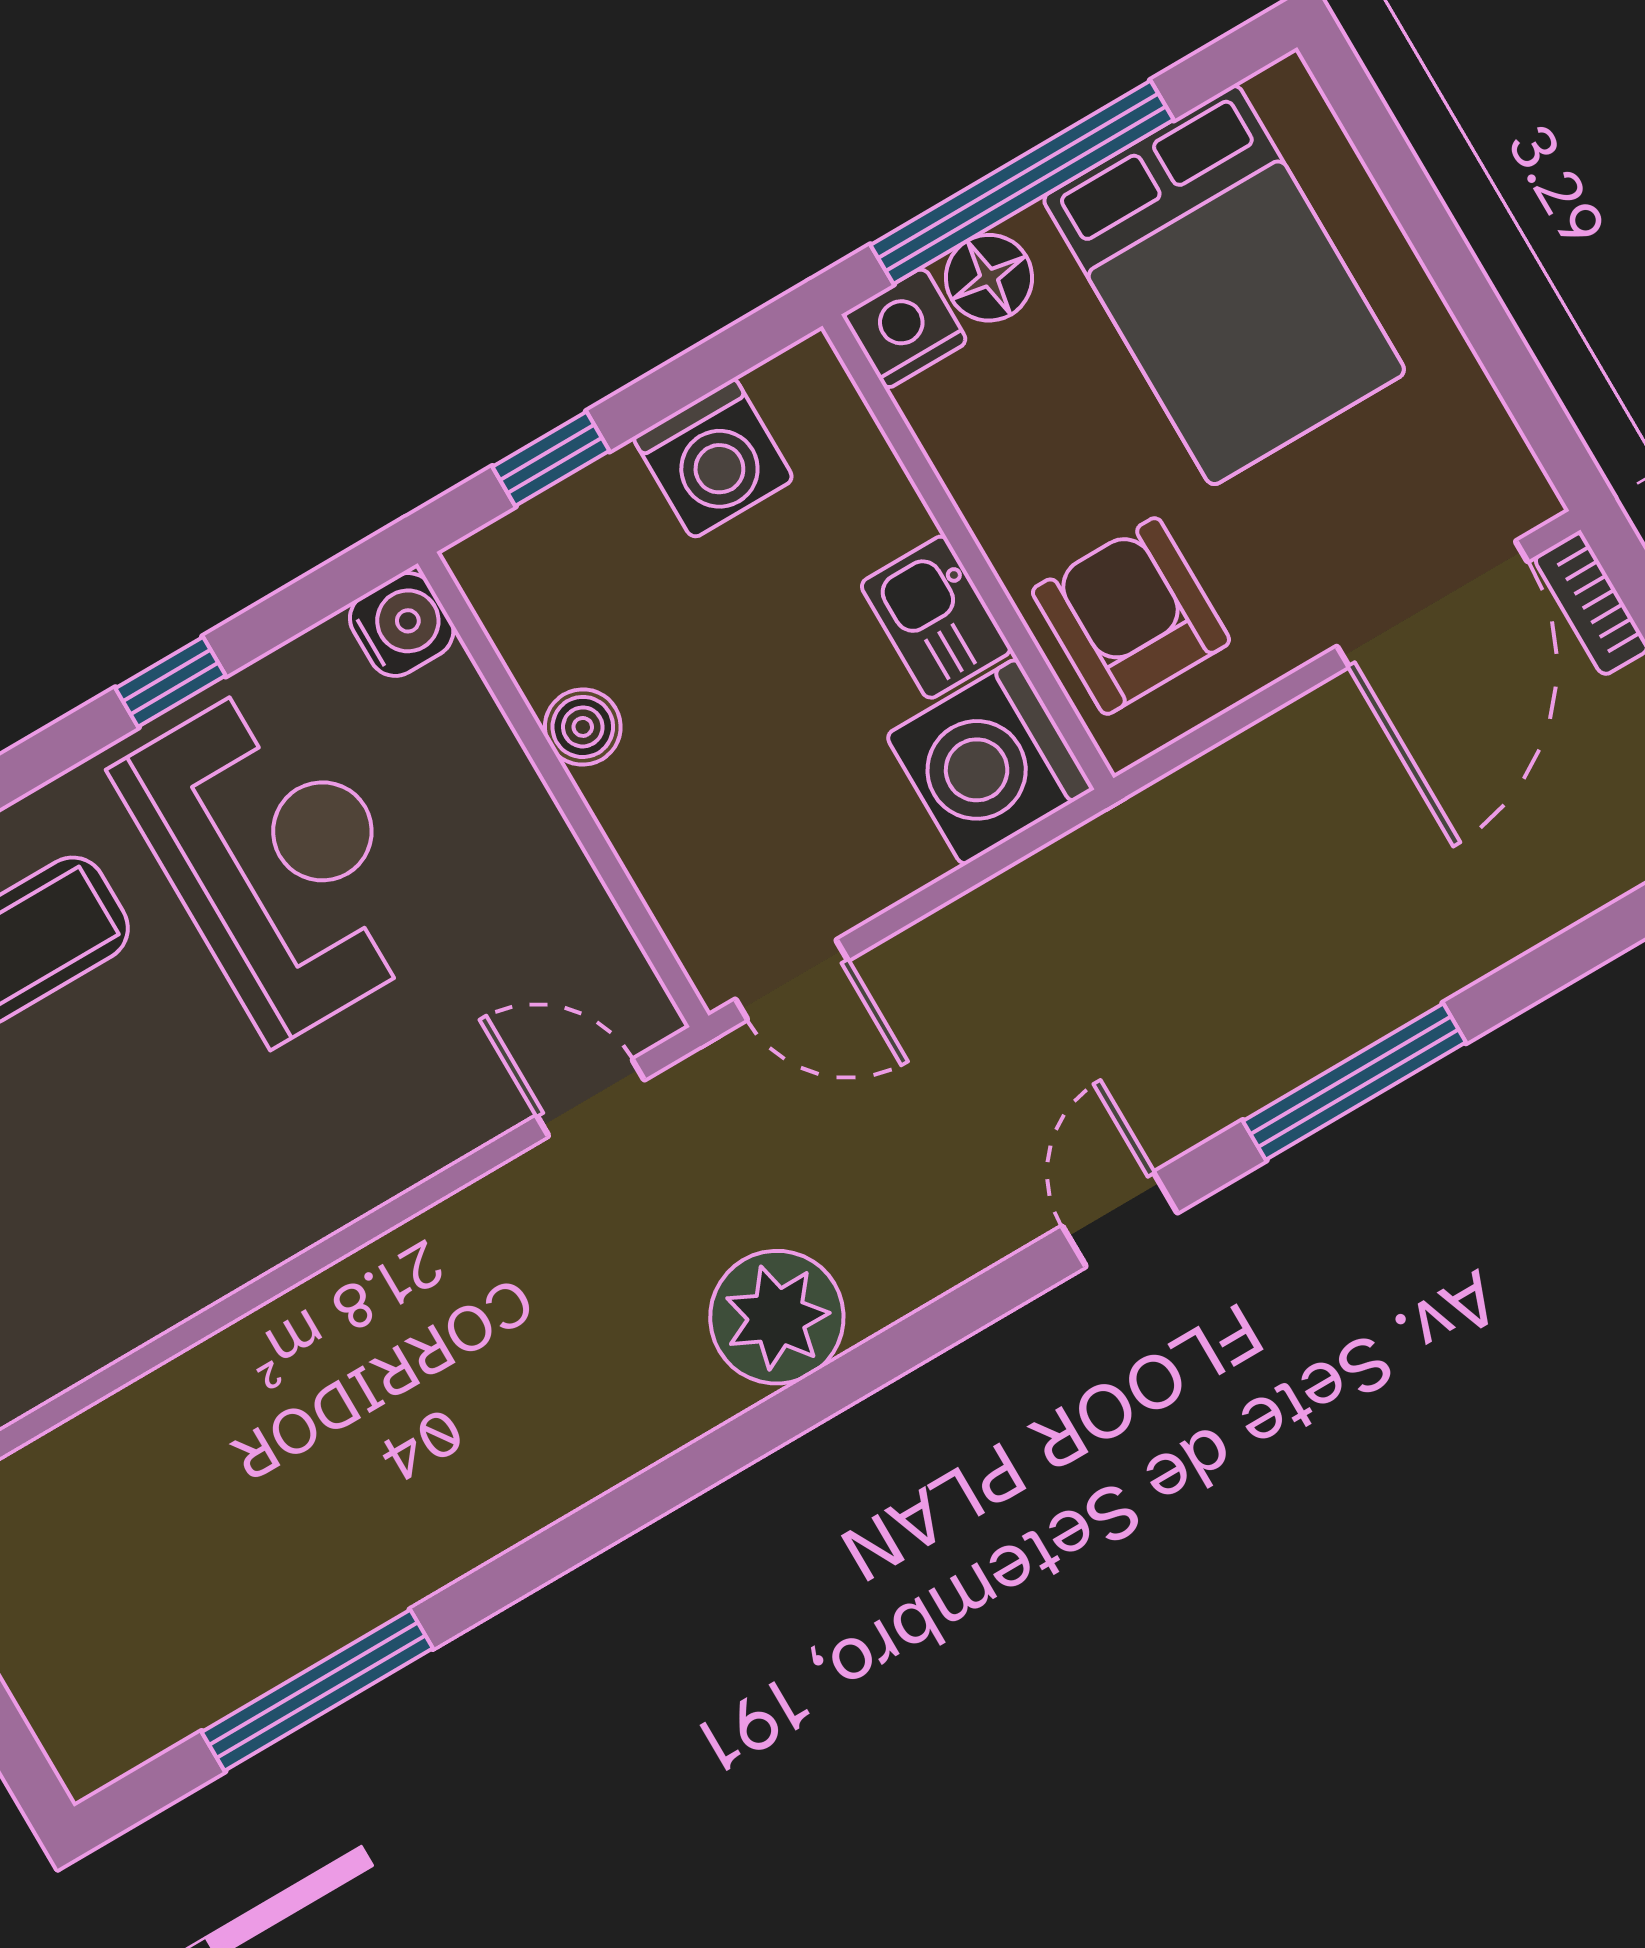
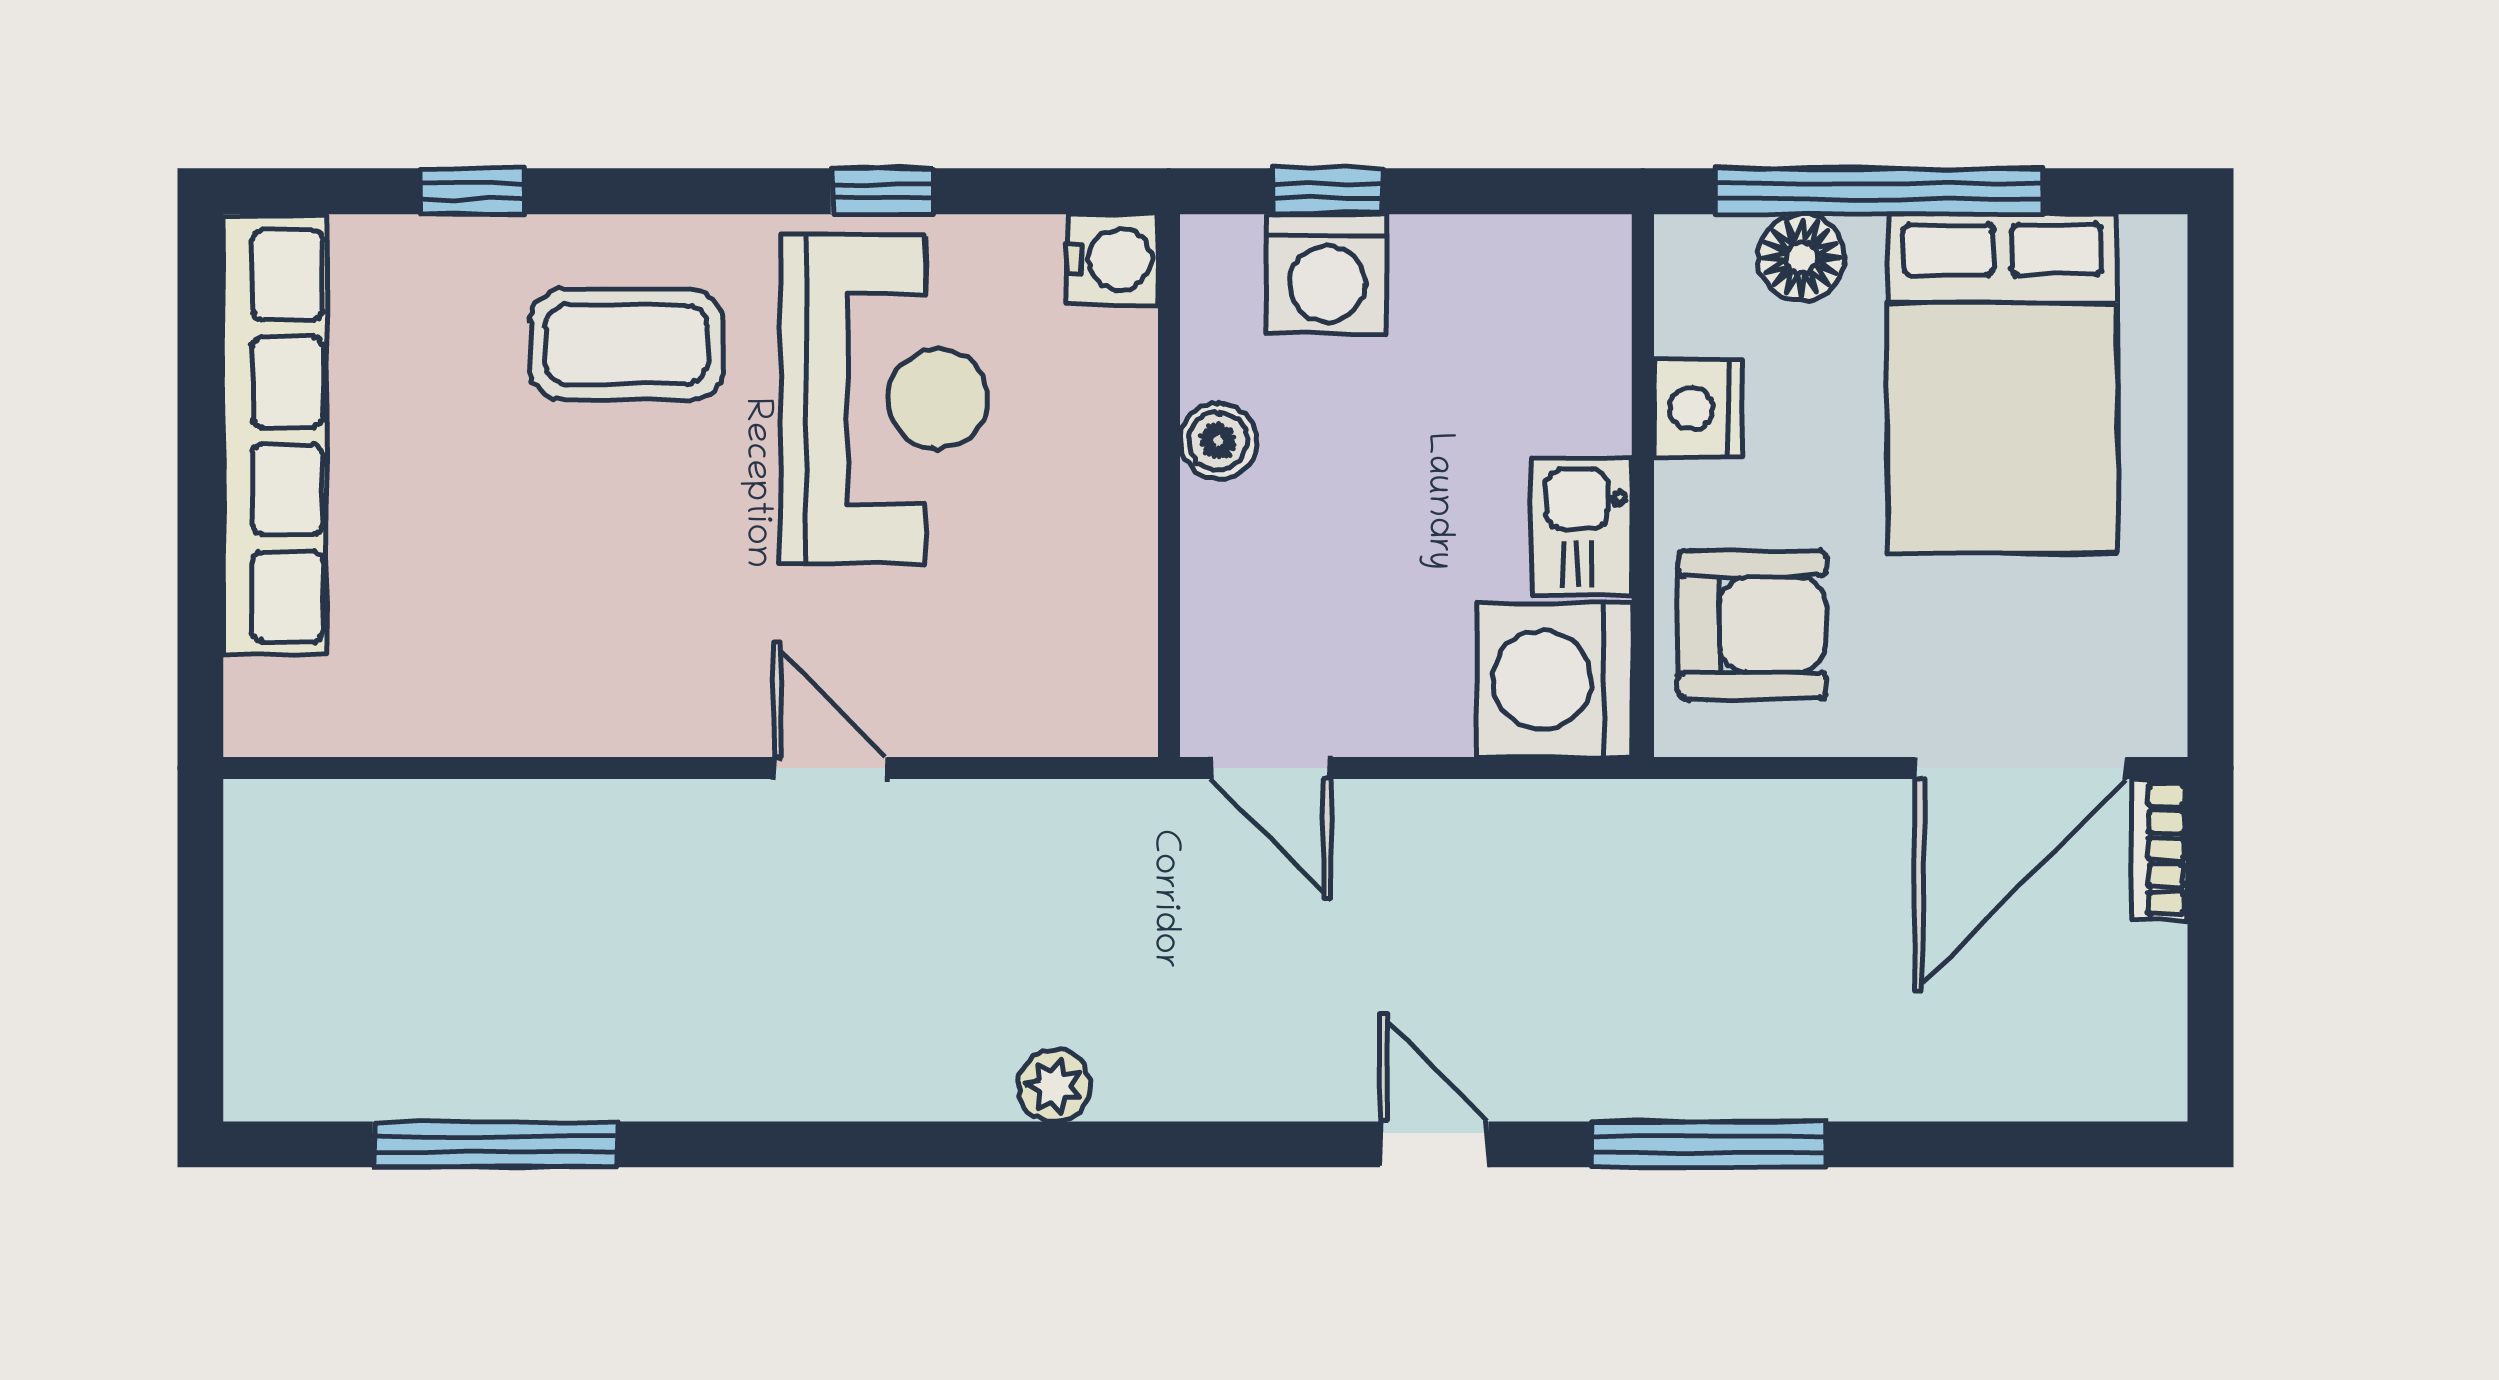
nightstand: (905, 328) -> (1698, 409), moved, turned -90
washing machine: (713, 458) -> (1327, 274), moved
armchair: (1131, 616) -> (1752, 625), turned 90
door: (590, 1098) -> (830, 768), moved
door: (1120, 1219) -> (1434, 1144), hinge flipped
plant: (777, 1317) -> (1054, 1086), width x0.53, depth x0.53

